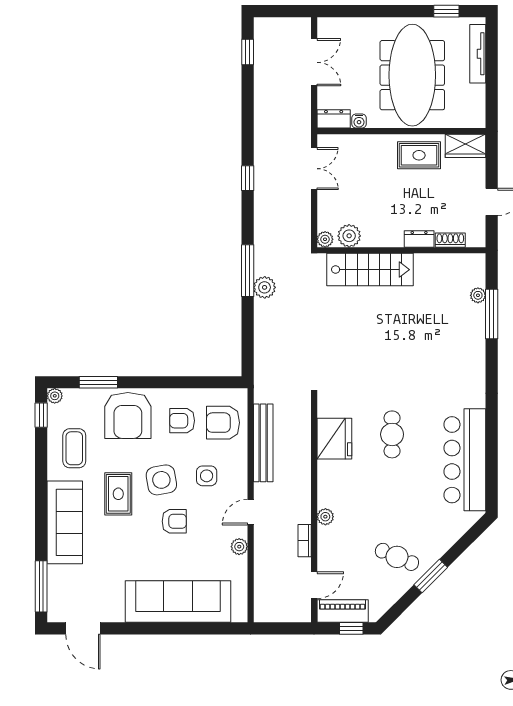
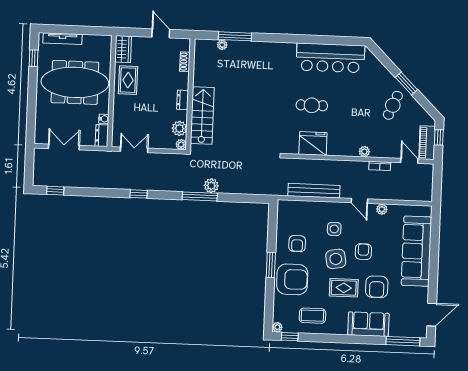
dresser: (419, 239) -> (183, 100), moved
window: (98, 382) -> (271, 265), moved
armchair: (223, 423) -> (377, 287), moved
sofa: (65, 522) -> (368, 324), width x0.73

